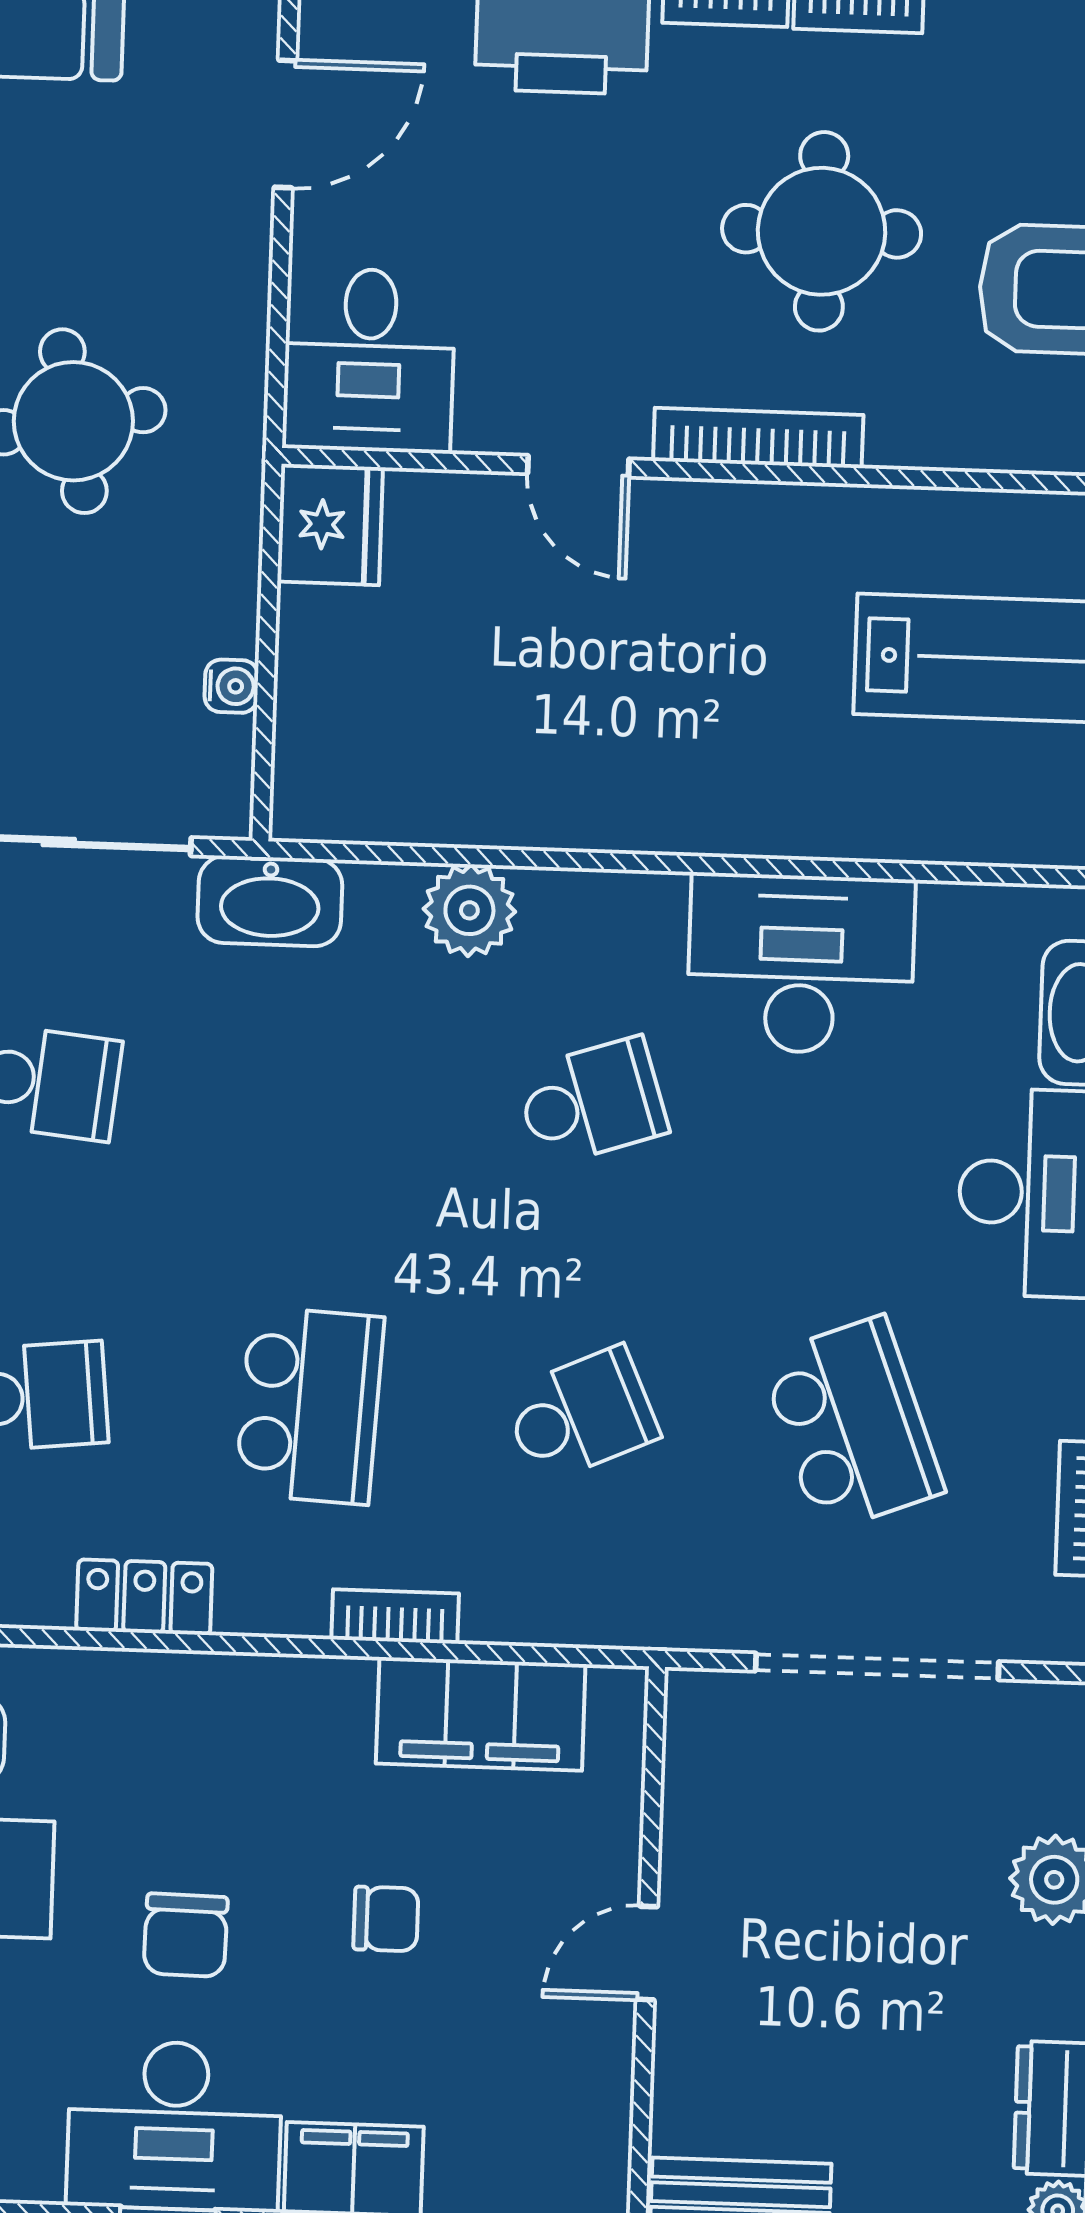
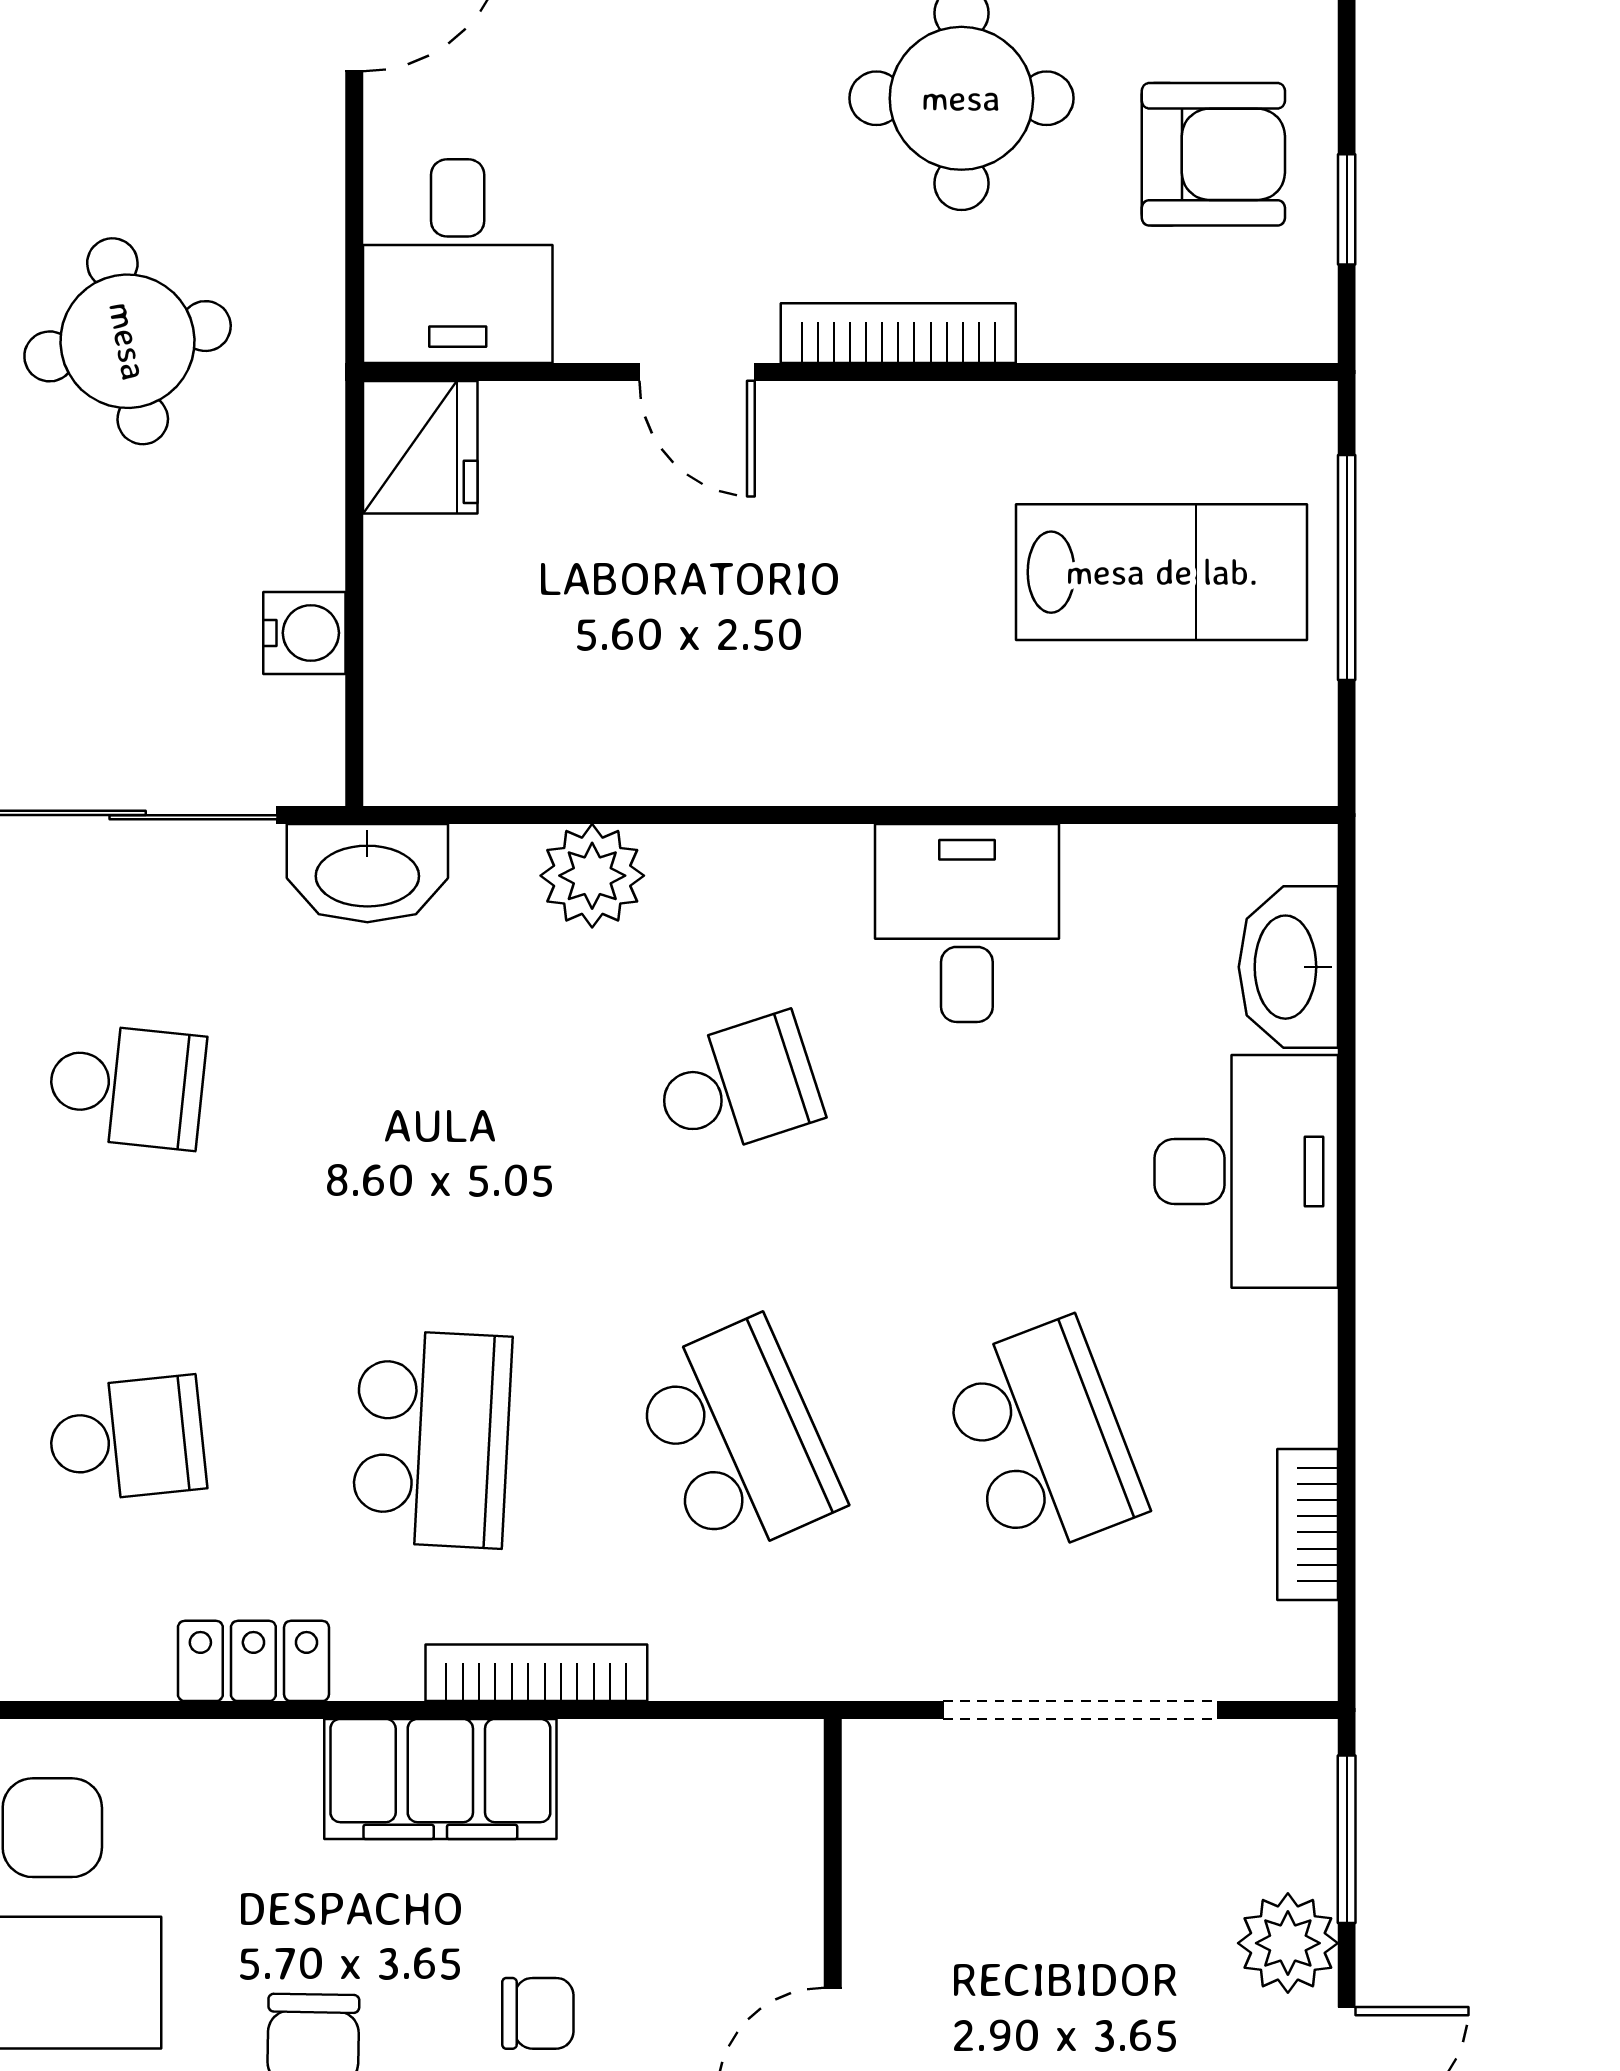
water cooler: (231, 686) -> (304, 633), width x1.38, depth x1.38
desk: (801, 964) -> (967, 923), width x0.73
school desk: (581, 1415) -> (737, 1439), width x1.85
bookcase: (395, 1616) -> (536, 1673), width x1.56
filing cabinet: (481, 1714) -> (440, 1779), moved

